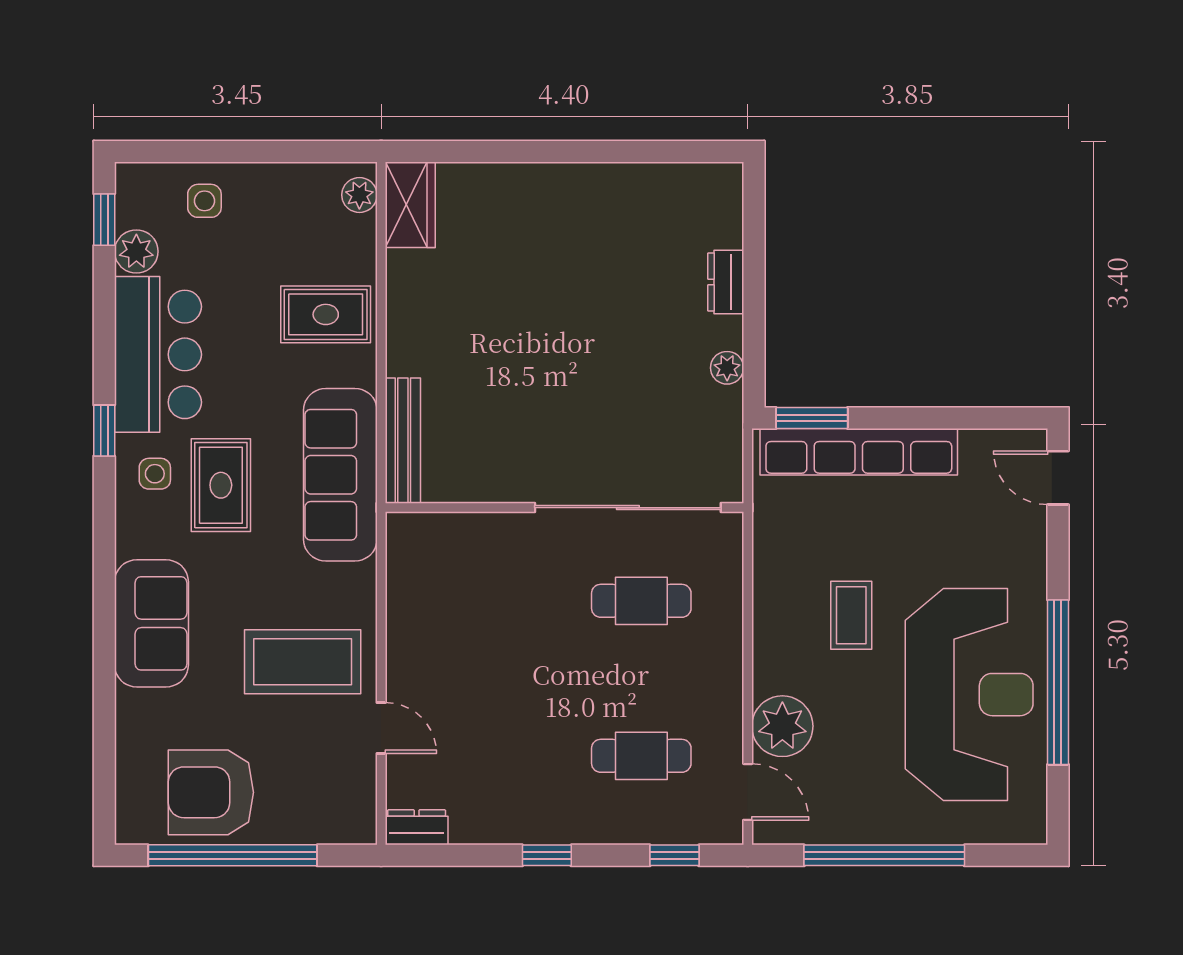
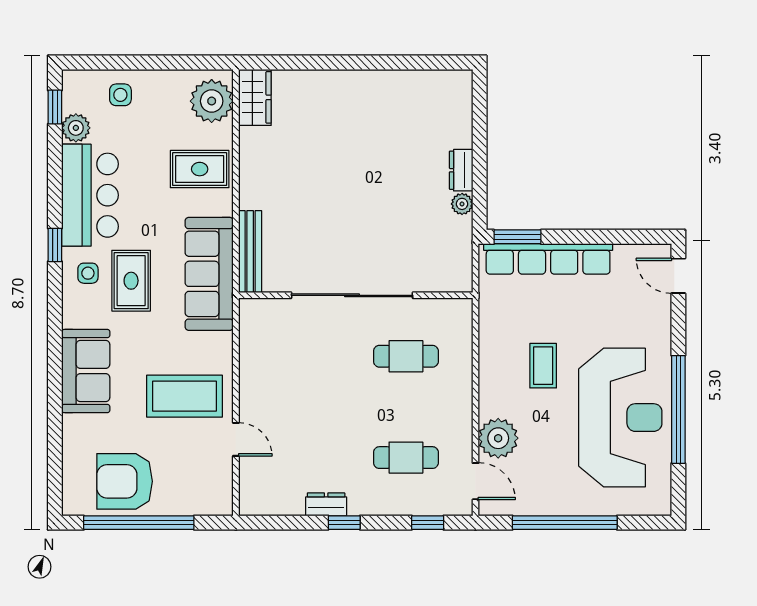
plant: (359, 195) -> (212, 101), width x1.88, depth x1.88
dresser: (726, 282) -> (461, 170), moved
sliding door: (628, 508) -> (352, 295), moved
dresser: (417, 827) -> (326, 504), moved

